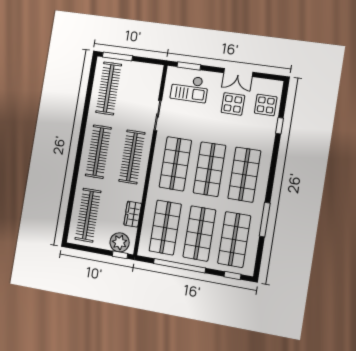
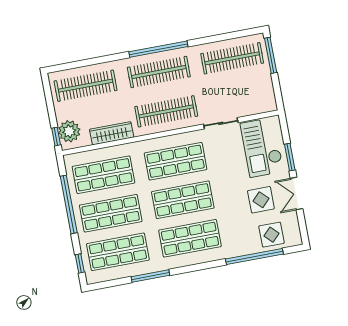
window: (189, 66) -> (290, 157), moved
checkout: (189, 88) -> (262, 147), width x1.36, depth x1.21
window: (279, 126) -> (254, 257), width x3.17
window: (80, 146) -> (158, 49), added
wardrobe: (133, 214) -> (112, 133), width x1.50

